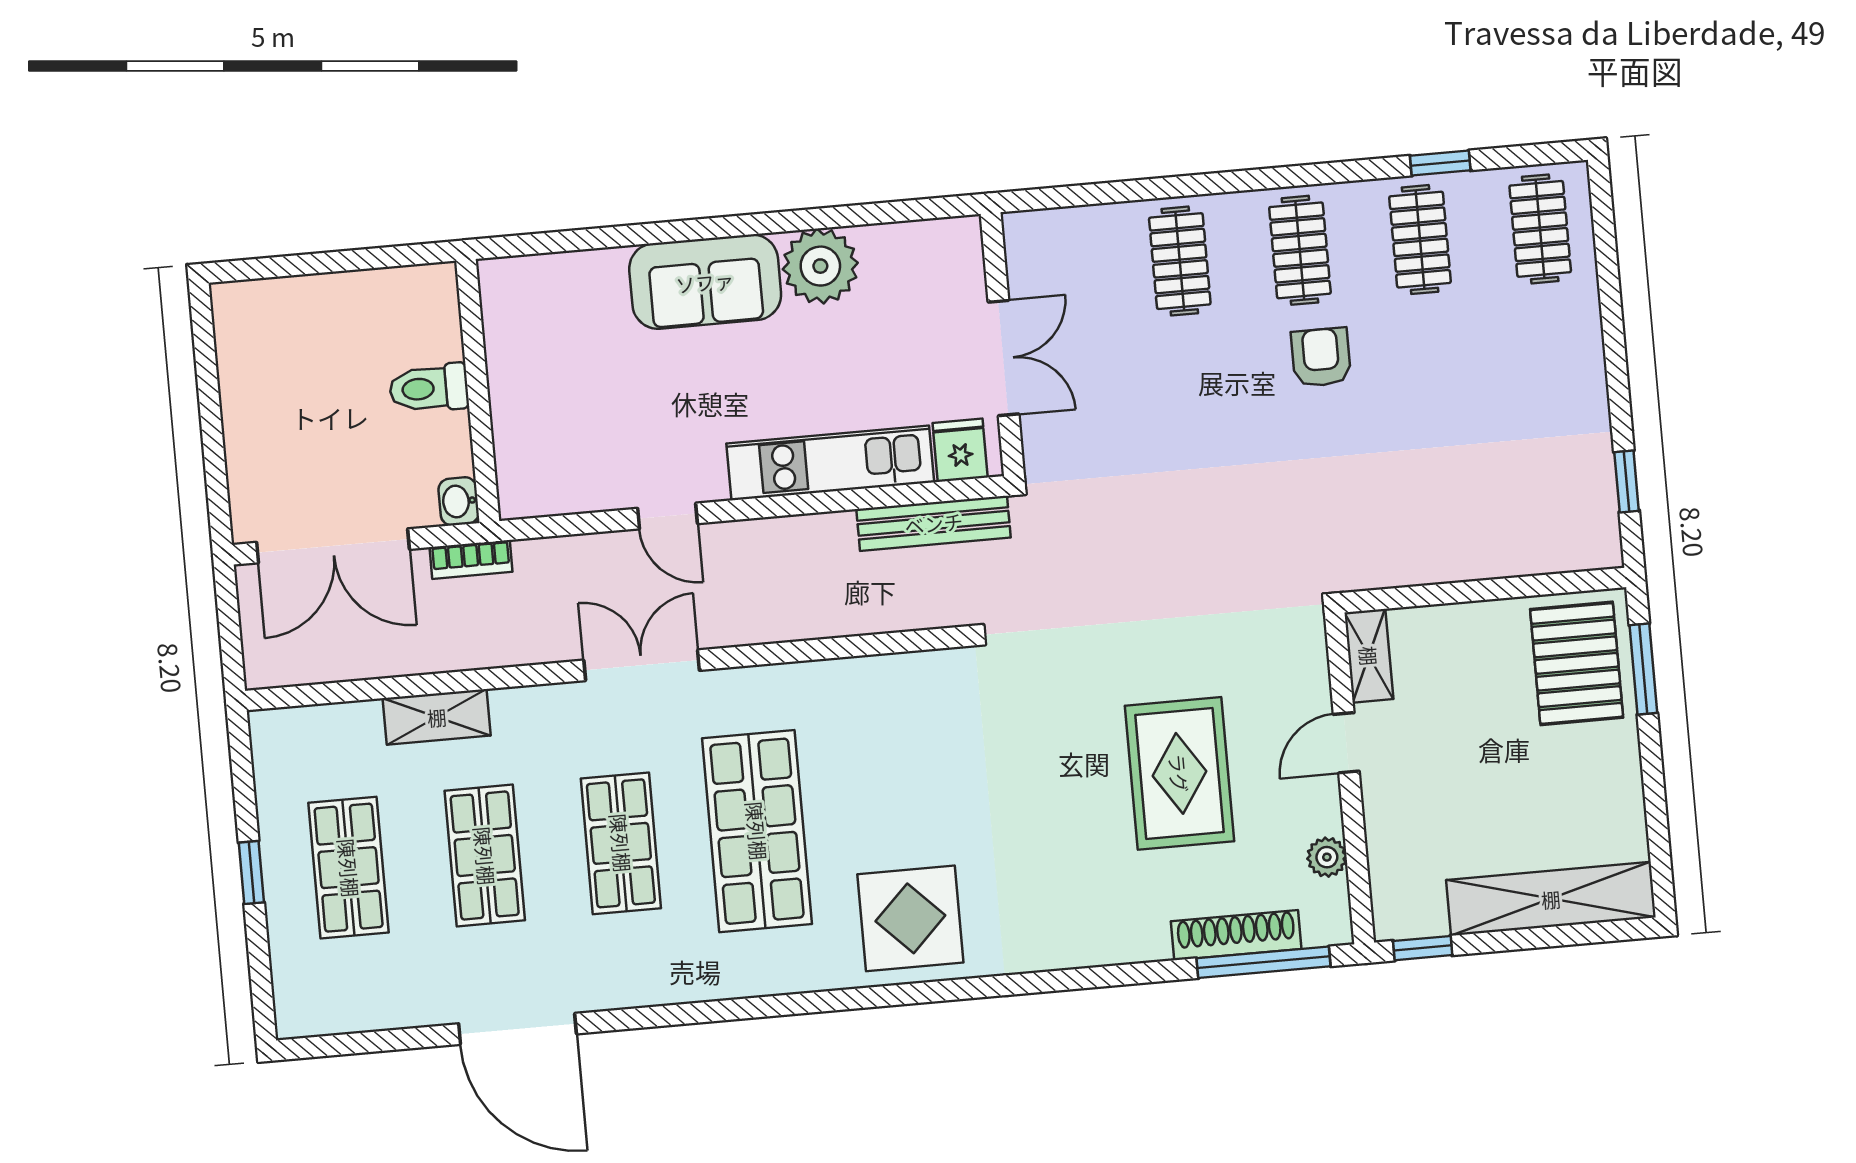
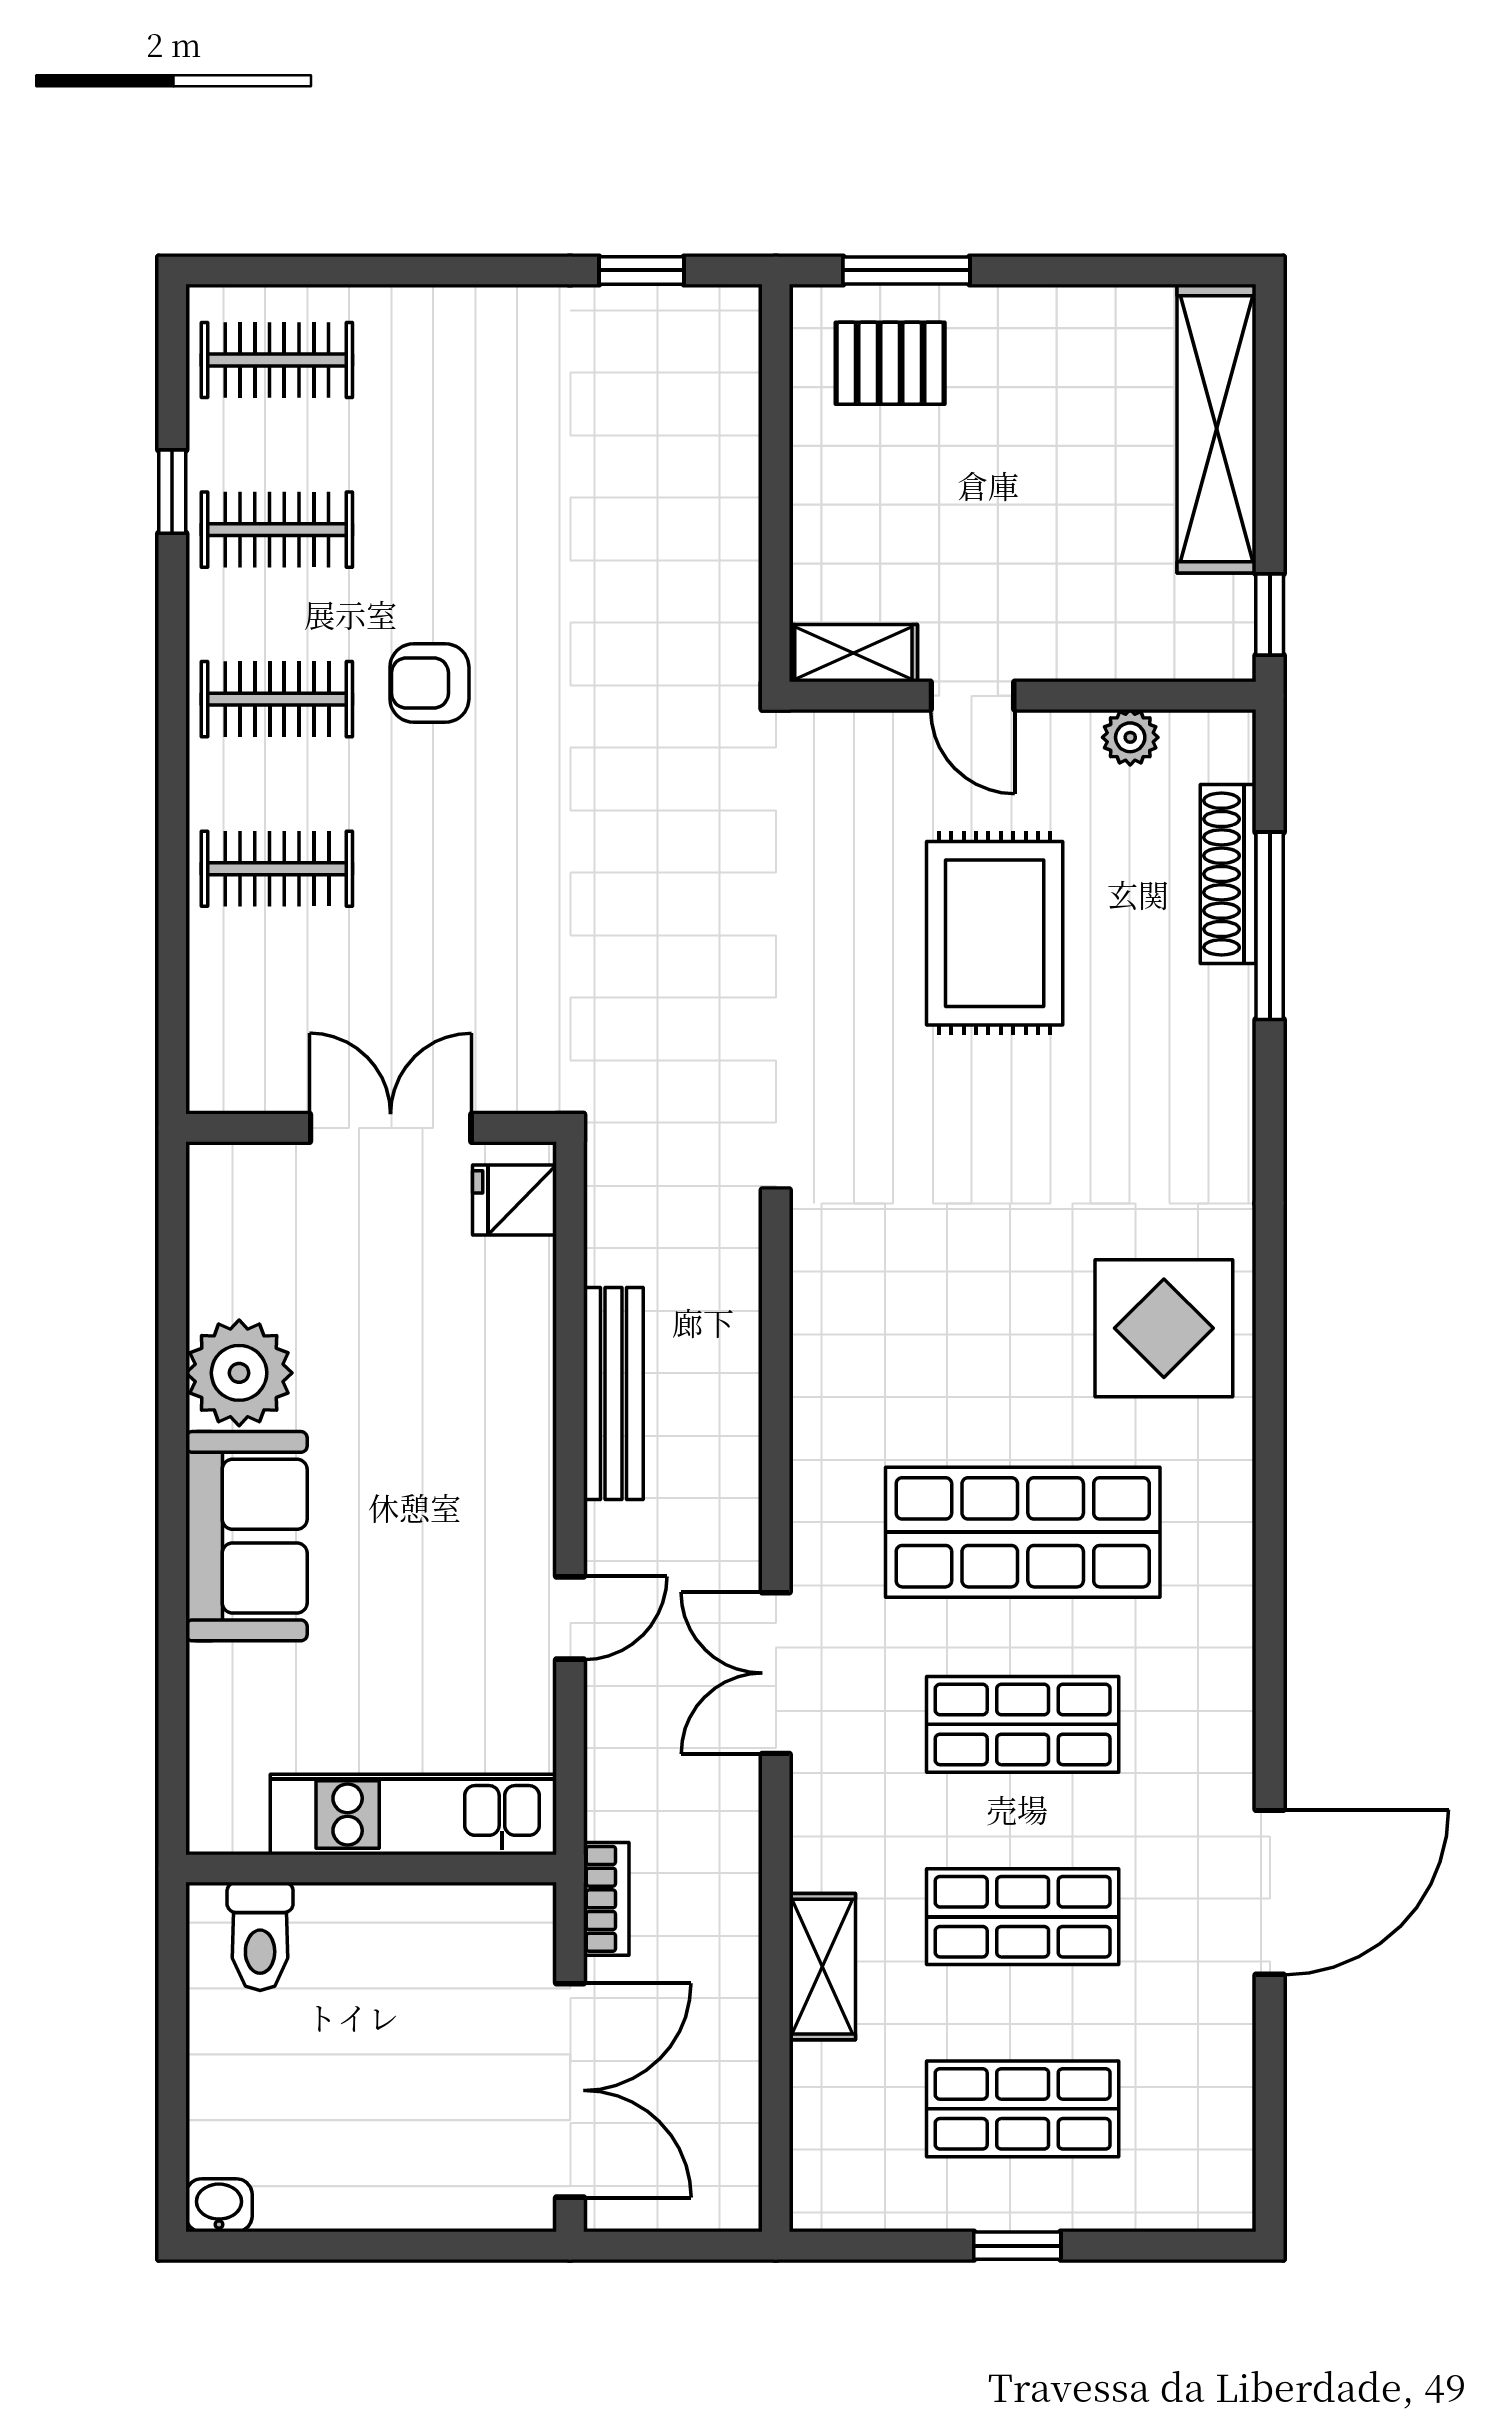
toilet: (429, 388) -> (260, 1936), moved
kitchen unit: (830, 463) -> (413, 1814), moved, turned 90
washbasin: (459, 501) -> (219, 2205), moved, turned 180
bench: (934, 523) -> (613, 1394), moved
pallet: (1577, 663) -> (890, 363), width x0.67, depth x0.71
rug: (1179, 773) -> (995, 933), turned 90
window: (1264, 962) -> (1270, 926), moved

